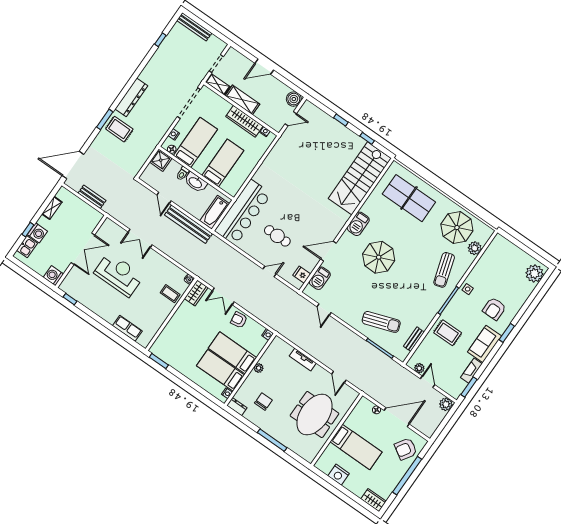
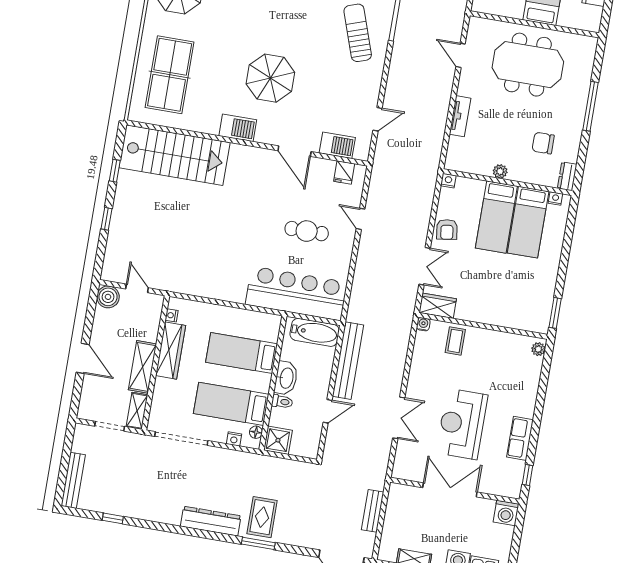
cafe table: (277, 236) -> (307, 231), turned 90
row of seats: (127, 328) -> (520, 438), moved
plant: (142, 341) -> (538, 349), added
door: (339, 377) -> (461, 55), swing flipped

